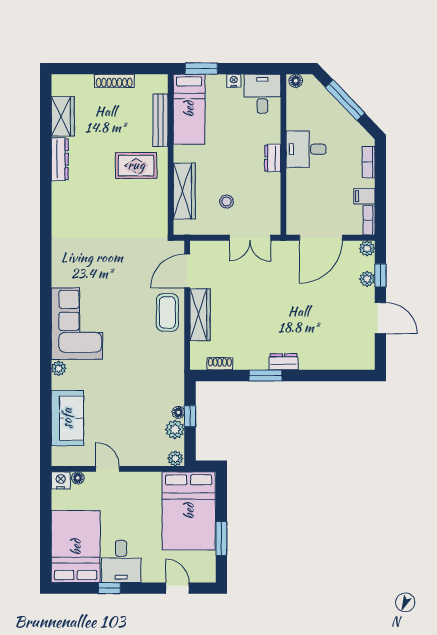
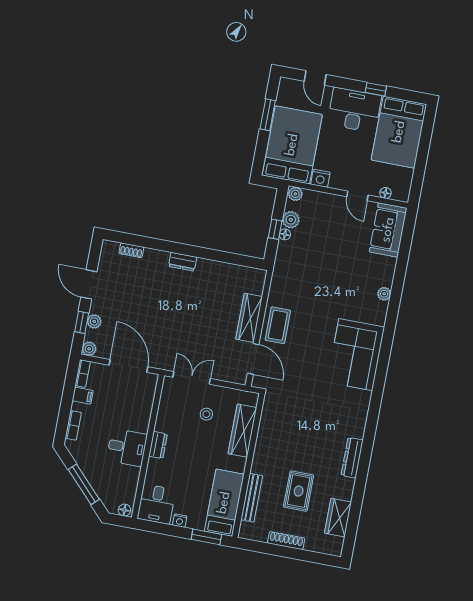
dresser: (60, 159) -> (352, 458), moved
rug: (136, 165) -> (299, 491), moved, turned 90
door: (321, 238) -> (128, 366), hinge flipped
door: (187, 271) -> (253, 359), hinge flipped
corner sofa: (77, 324) -> (356, 355), moved
shoe rack: (220, 364) -> (131, 250), moved
window: (266, 376) -> (201, 253), removed
sofa: (67, 418) -> (388, 230), moved
nightstand: (61, 480) -> (320, 178), moved
desk: (121, 561) -> (354, 110), width x1.37

